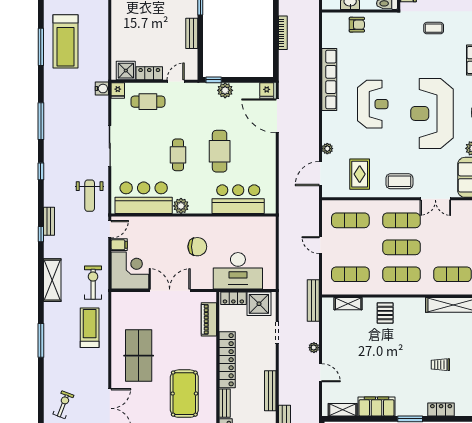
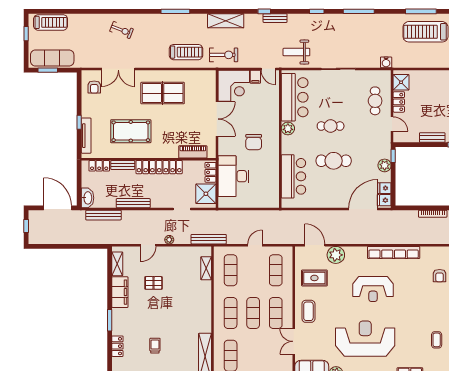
fridge: (118, 90) -> (384, 188), moved
plant: (327, 149) -> (336, 255), width x1.88, depth x1.88
pallet: (385, 313) -> (154, 283), moved

